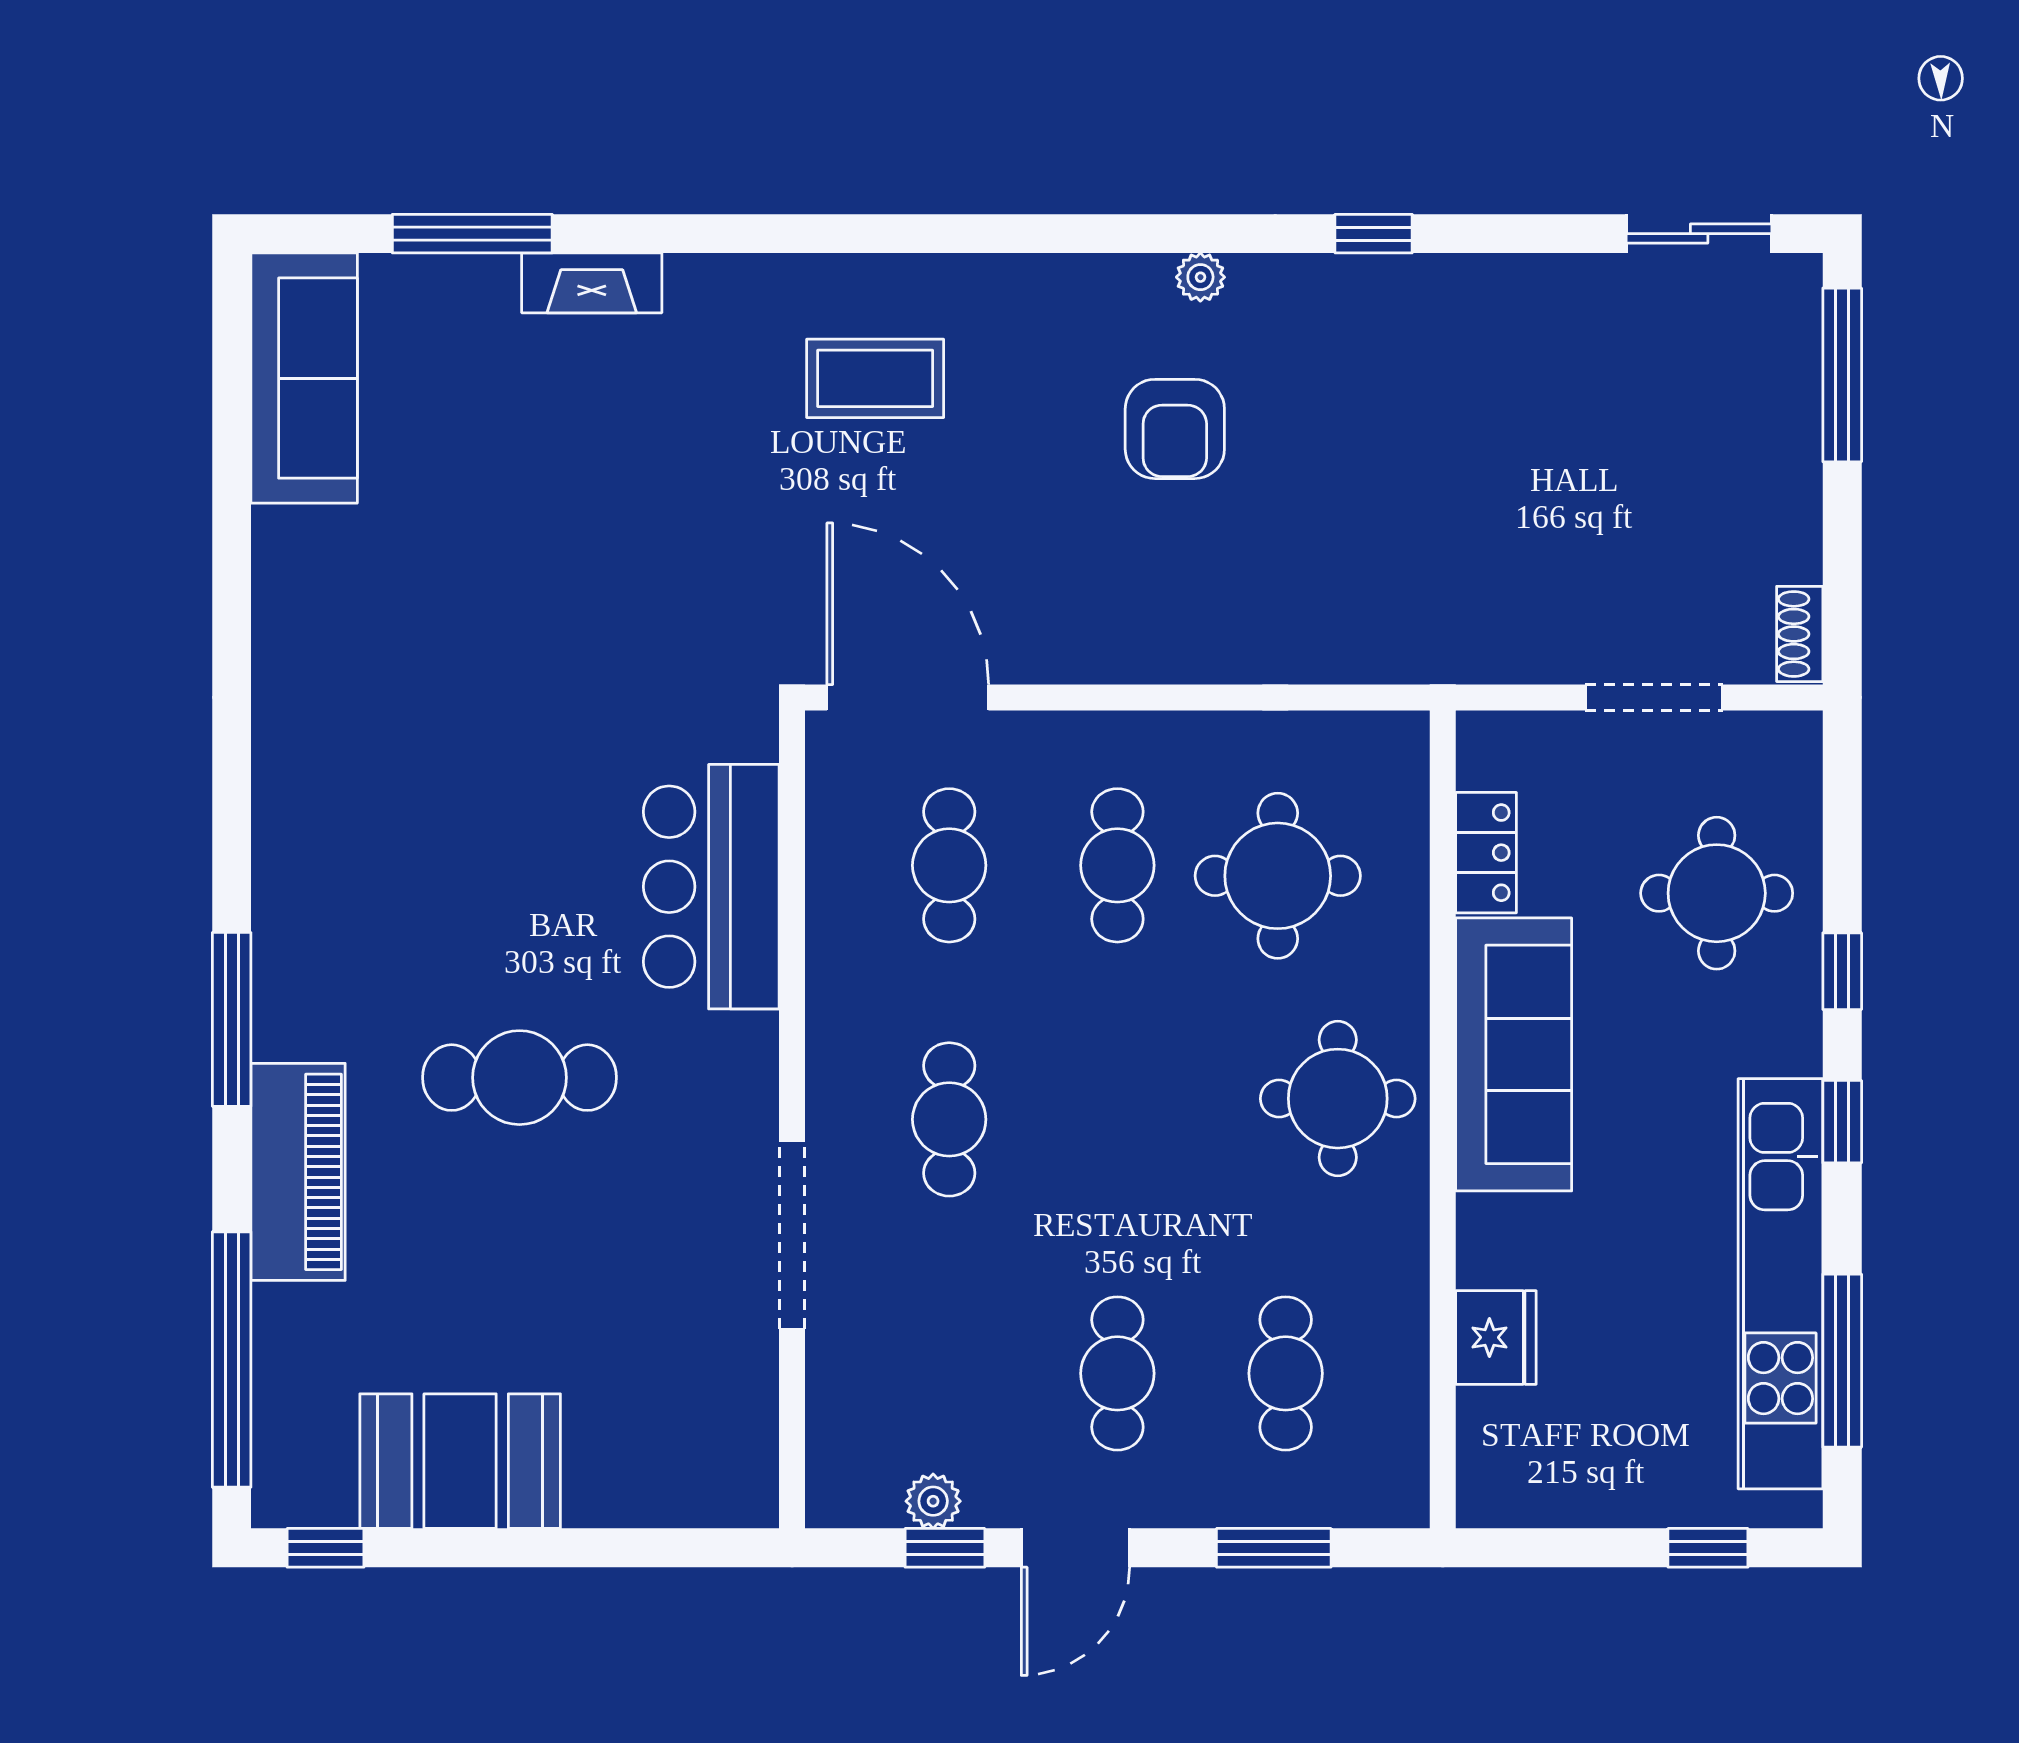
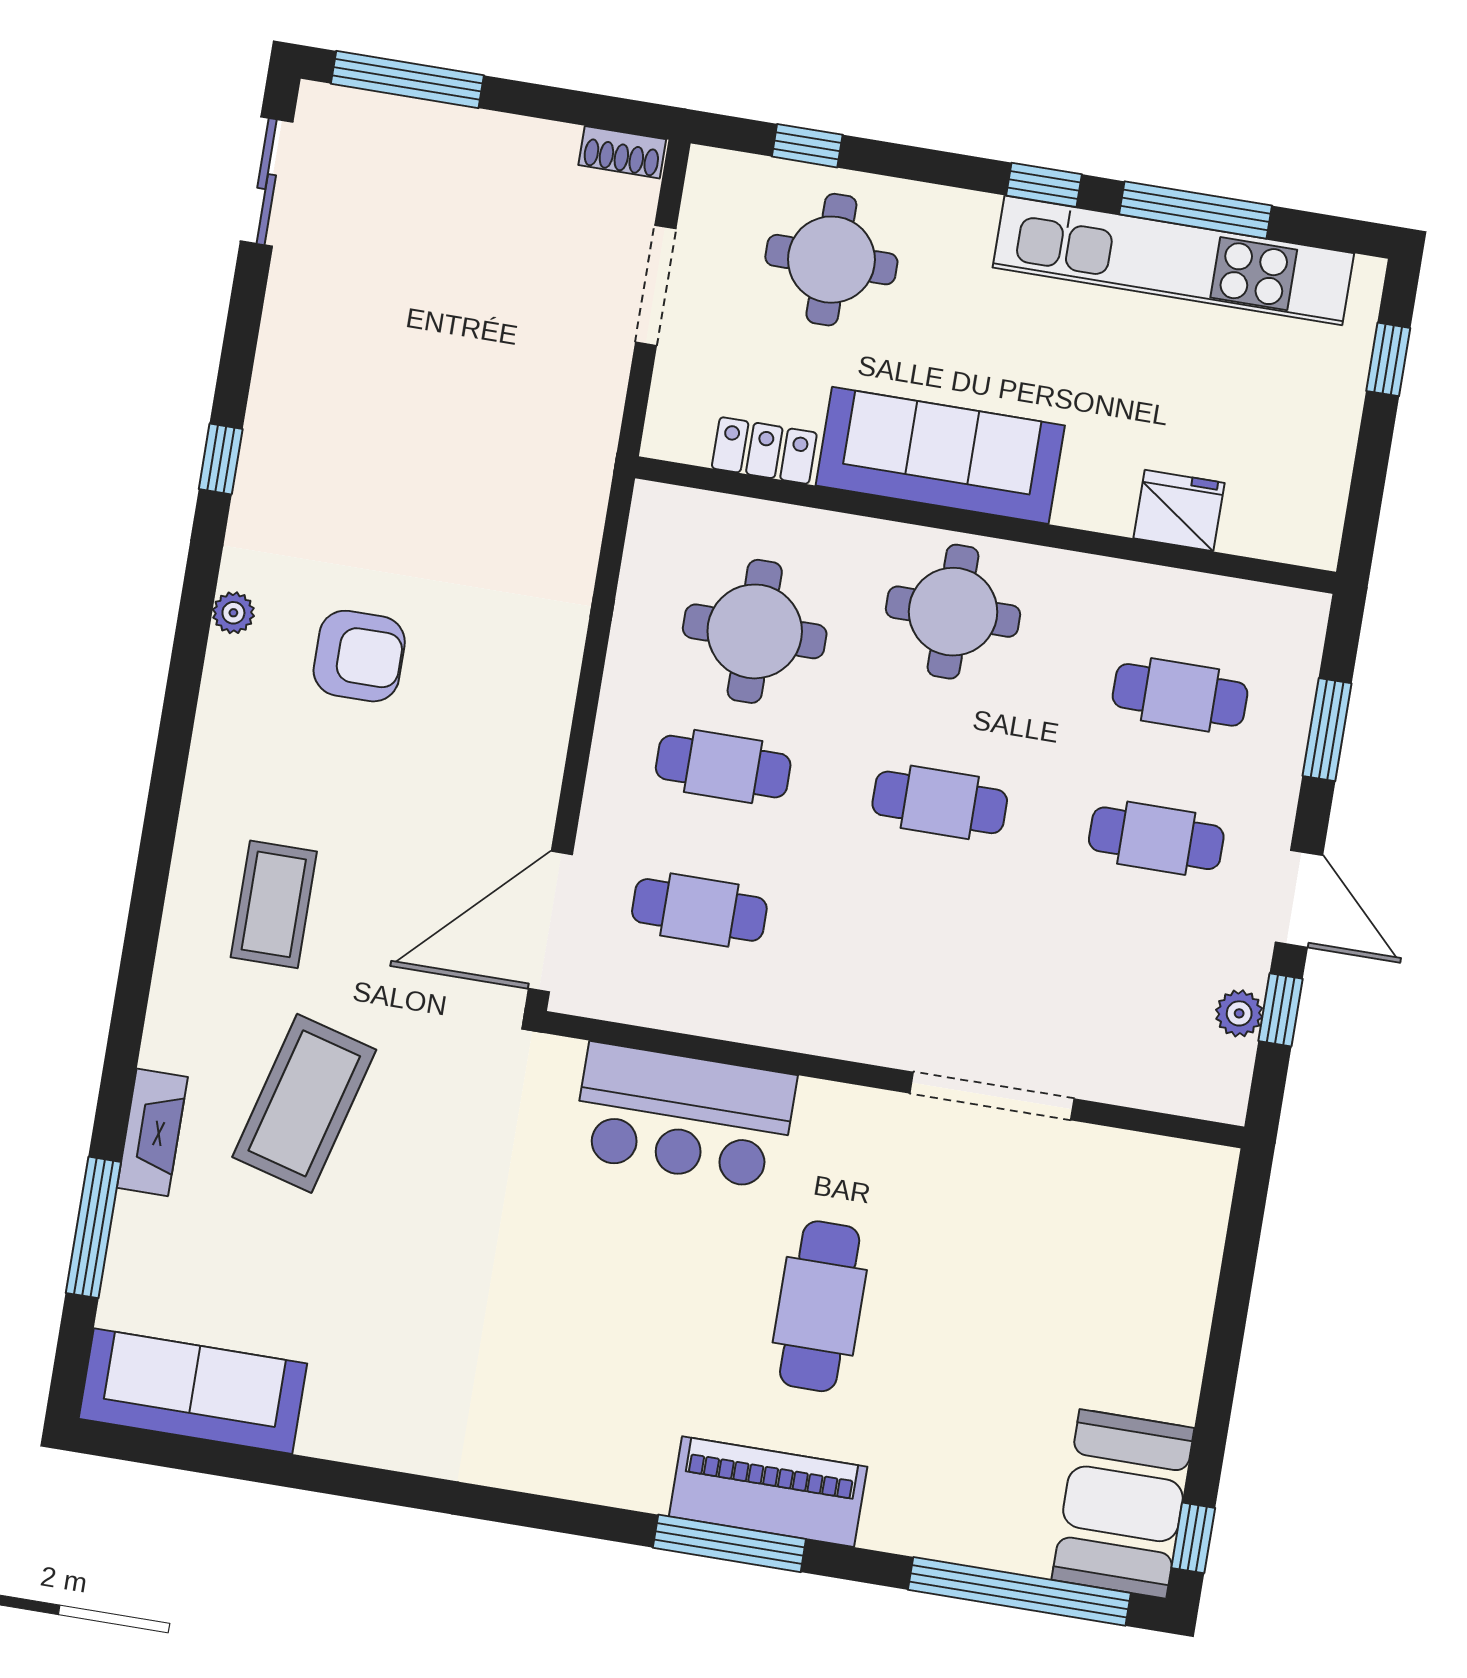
coffee table: (654, 451) -> (304, 1103), added
window: (1842, 971) -> (807, 146), moved
cafe table: (949, 1119) -> (940, 802), moved
piano: (298, 1172) -> (768, 1492), moved
window: (1842, 1361) -> (1195, 210), moved
booth: (460, 1461) -> (1123, 1504), moved

